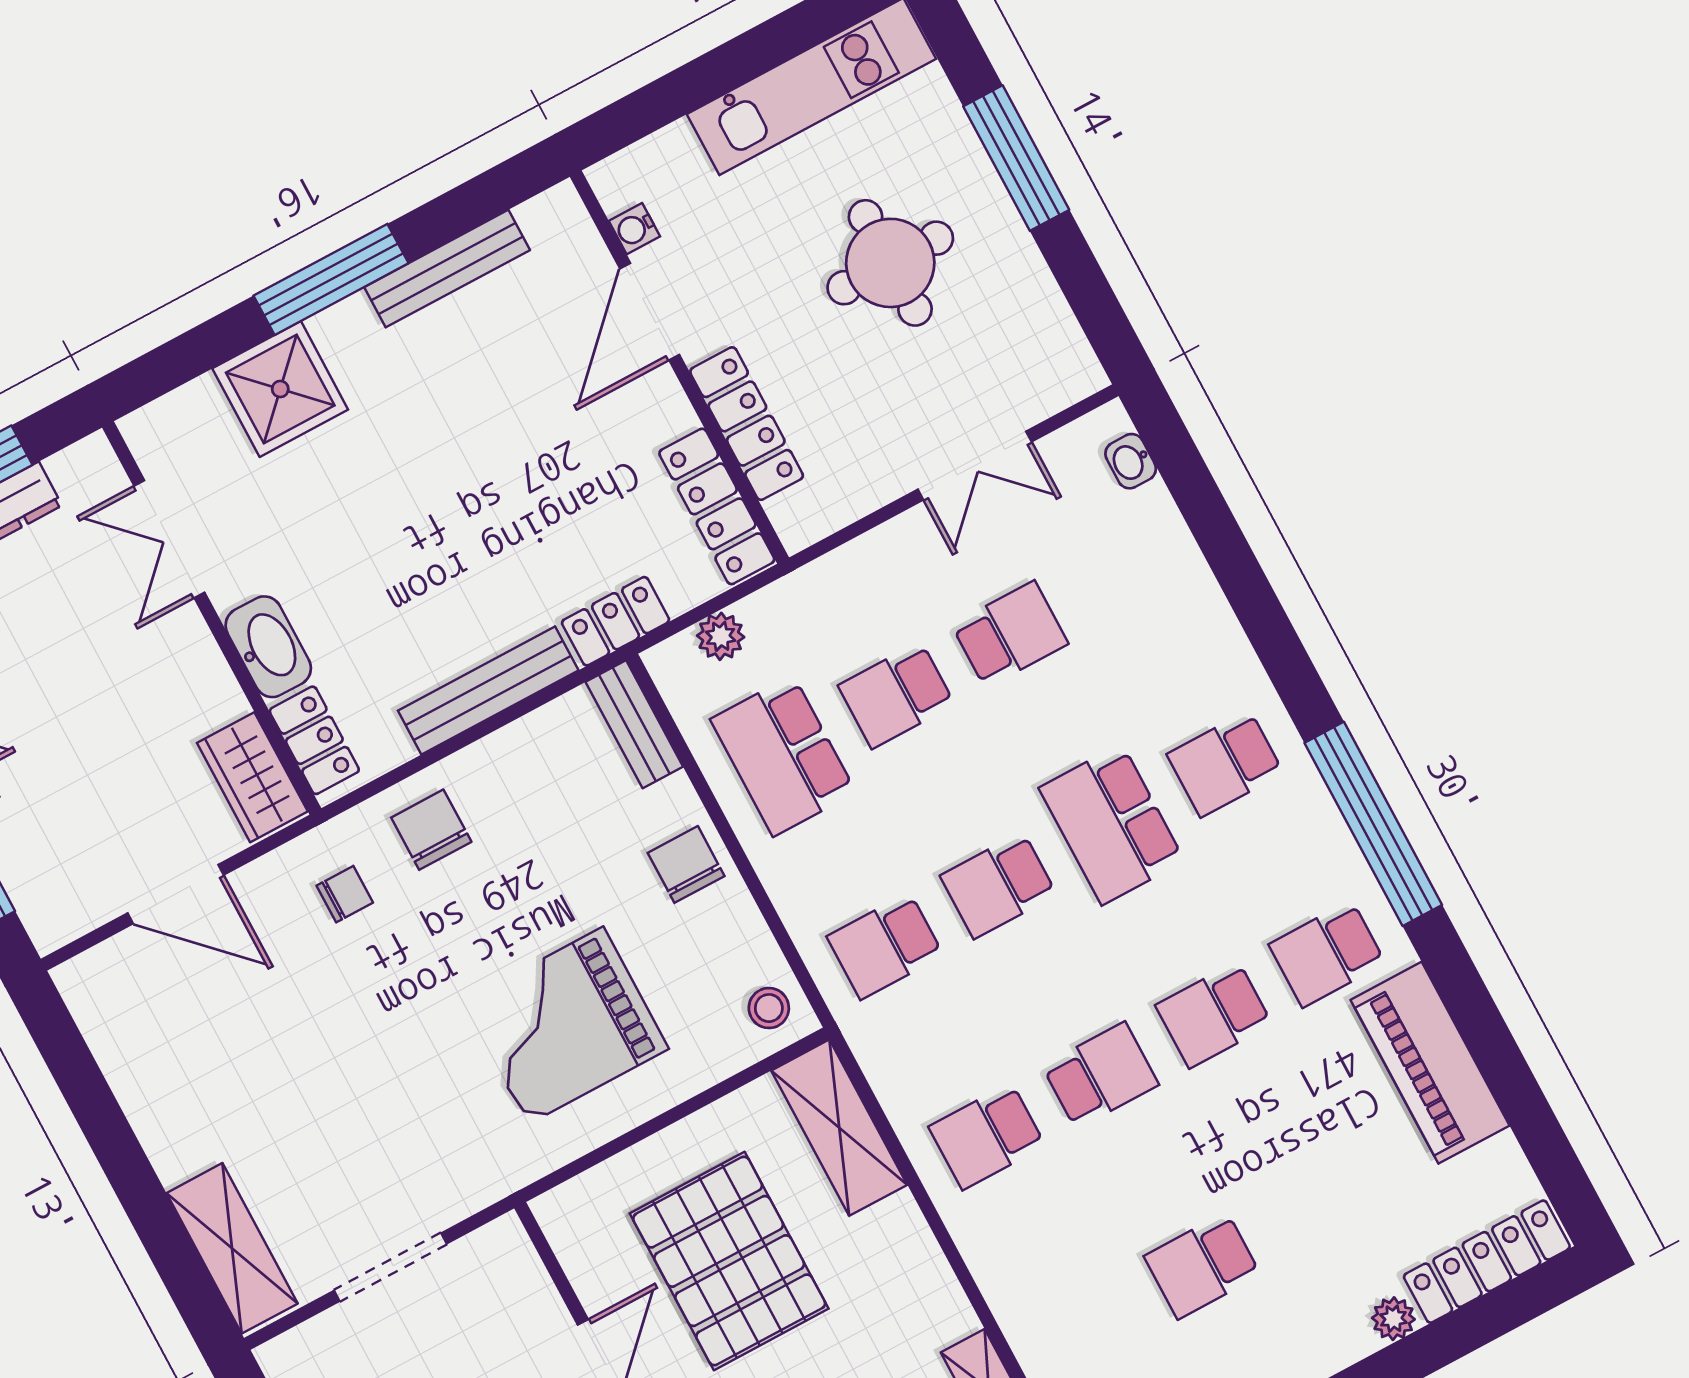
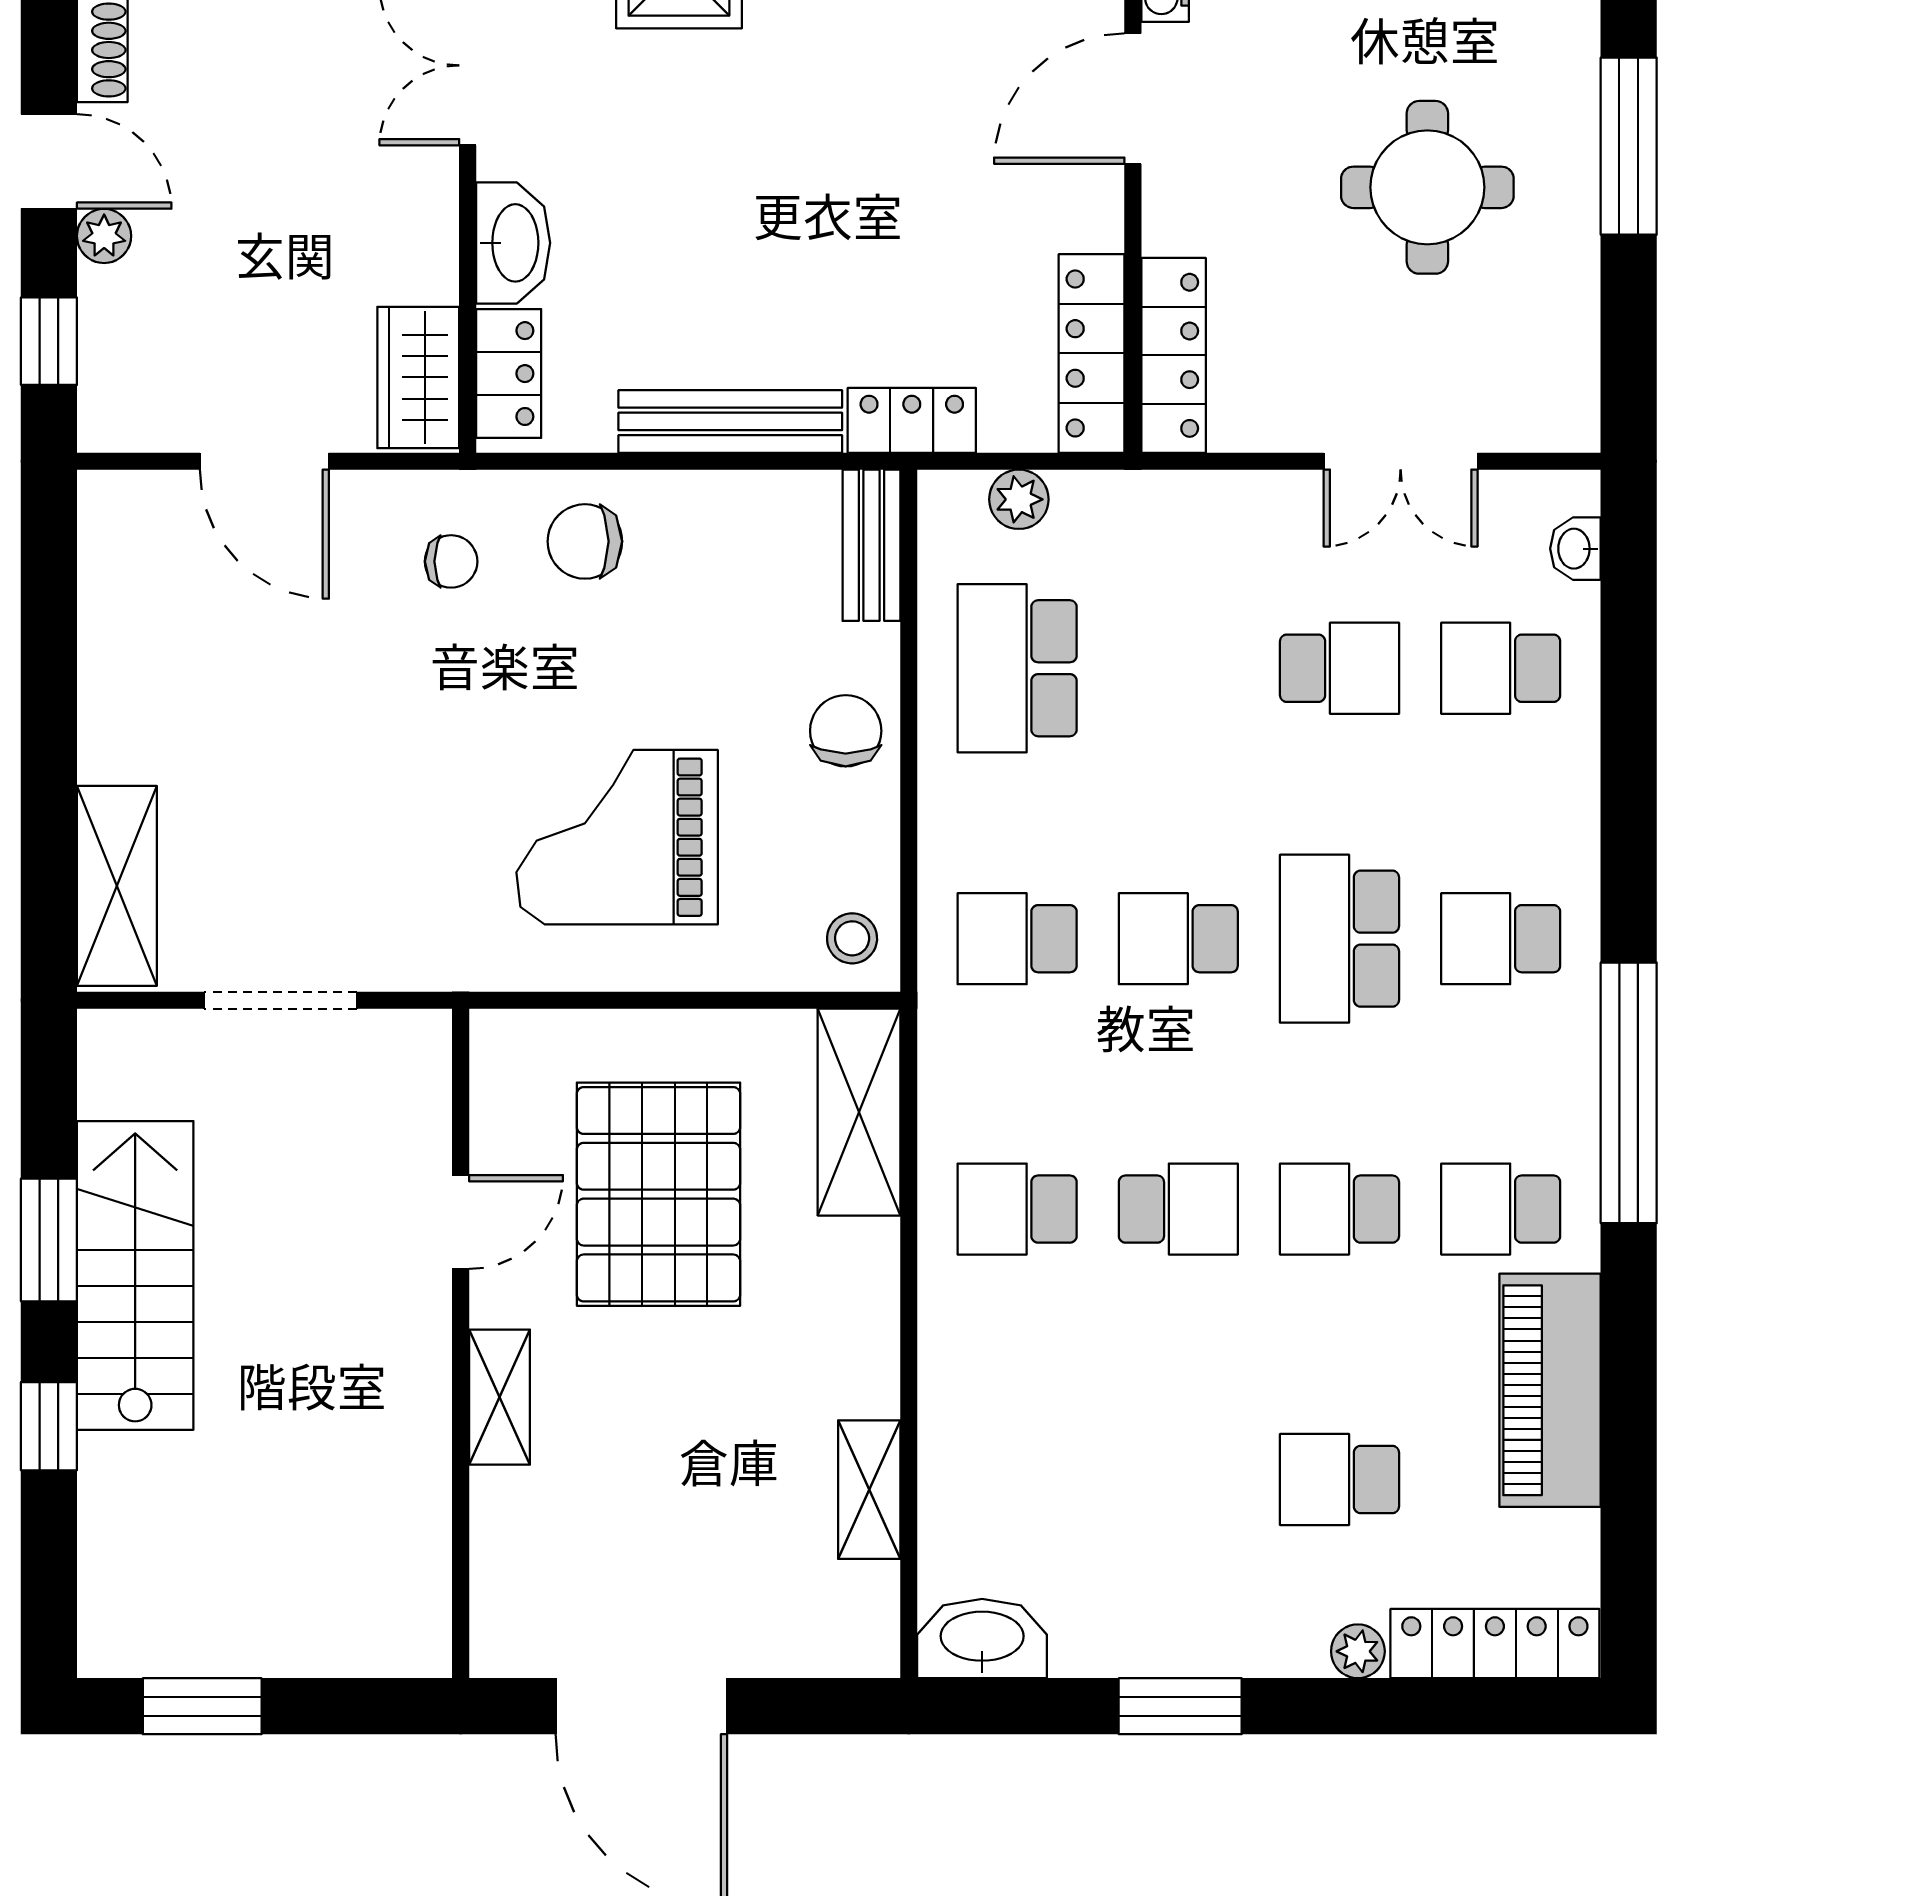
locker: (747, 424) -> (1174, 355), moved
school desk: (896, 695) -> (1501, 668), moved
chair: (431, 830) -> (585, 541), turned -90
school desk: (1202, 1266) -> (1340, 1479), moved

